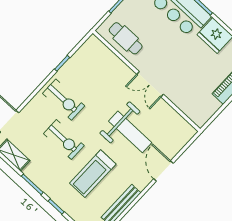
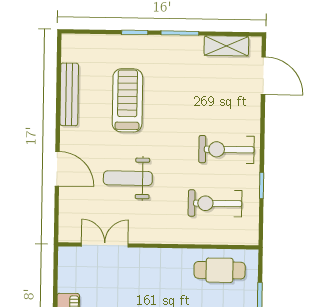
double door: (150, 84) -> (105, 245), moved
weight bench: (130, 132) -> (128, 178), width x0.73, depth x0.75
exercise bike: (64, 140) -> (215, 203), moved

